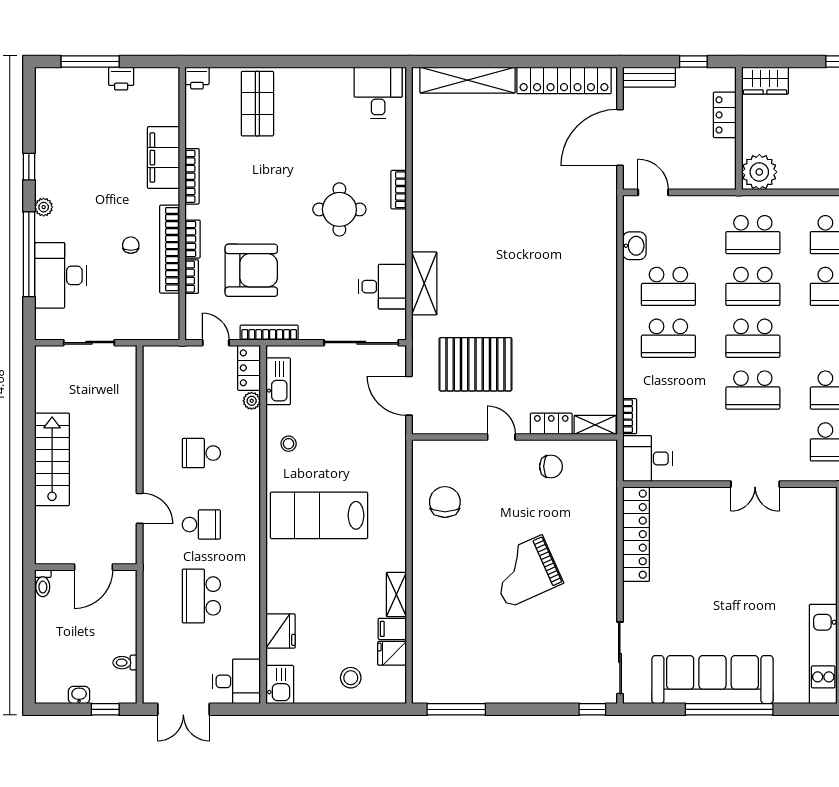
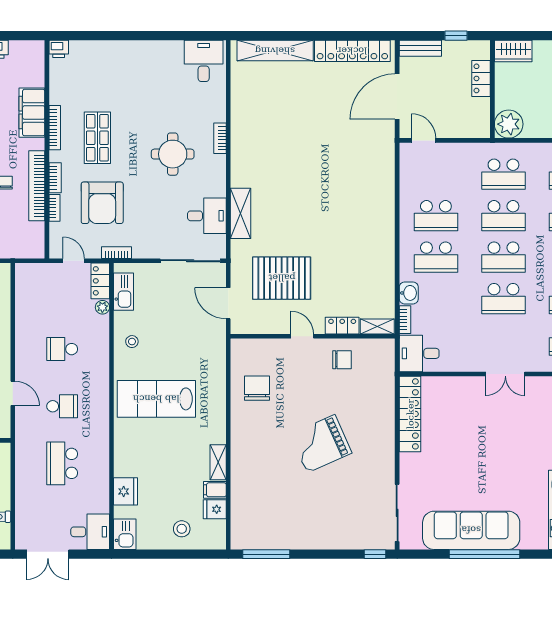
shop shelf: (257, 104) -> (97, 138), moved
washbasin: (634, 246) -> (409, 293), moved
armchair: (251, 270) -> (102, 203), turned 90
bookcase: (269, 333) -> (116, 253), width x0.64

